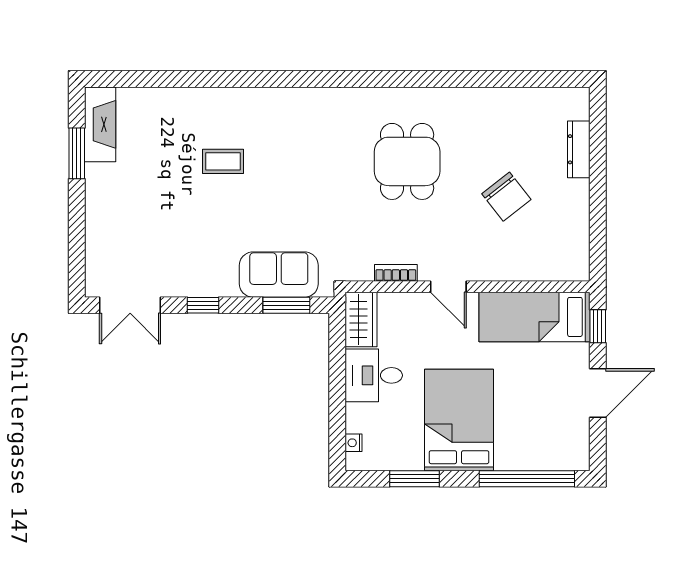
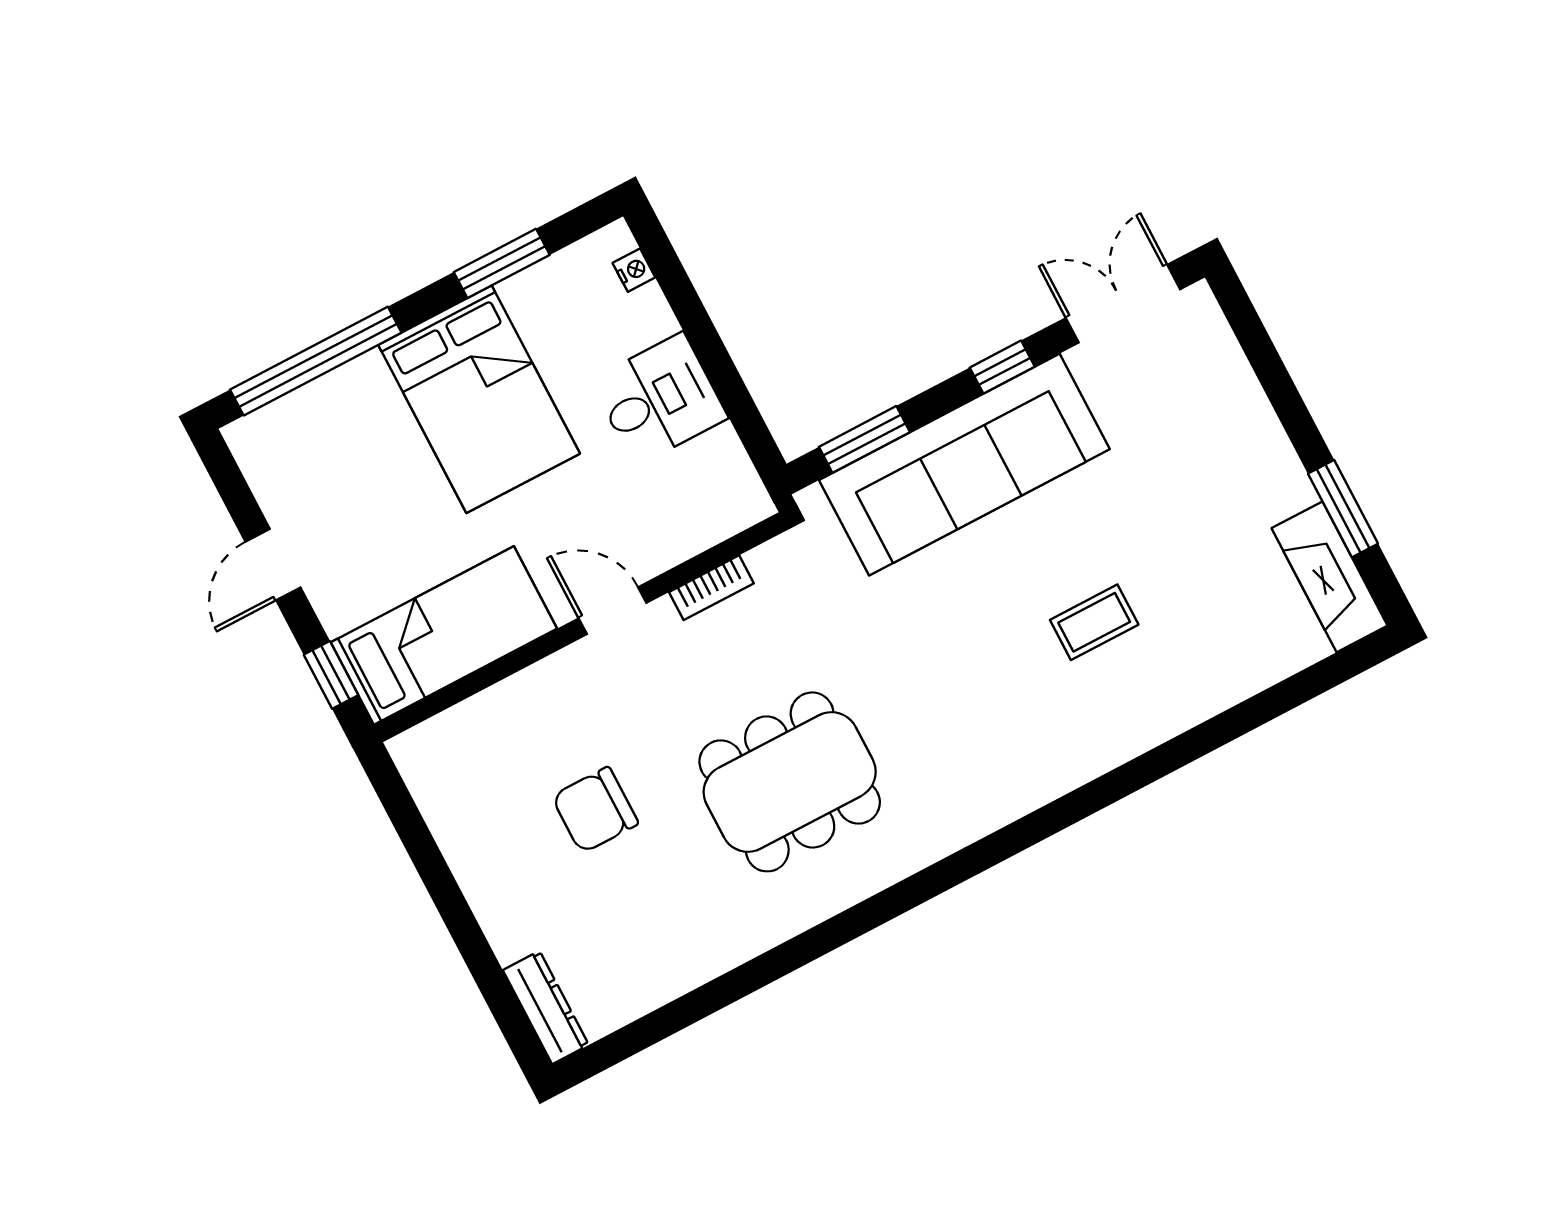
dresser: (579, 149) -> (546, 1007), moved
dining table: (407, 161) -> (790, 782), width x1.38
chair: (506, 197) -> (595, 810), turned -52
sofa: (279, 275) -> (964, 465), width x1.85, depth x1.27
wardrobe: (361, 319) -> (729, 481), removed
door: (598, 393) -> (273, 565), width x0.73

